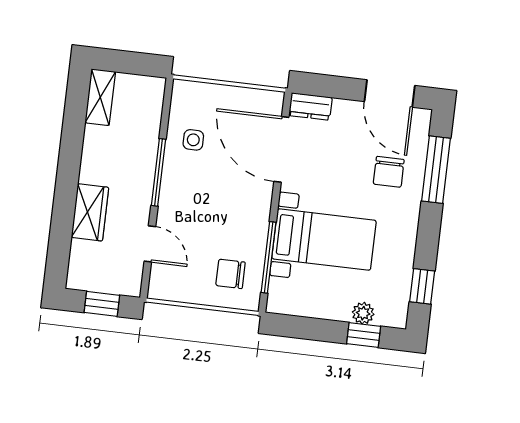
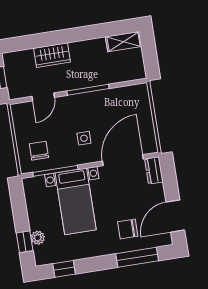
side table: (193, 140) -> (84, 138), moved

